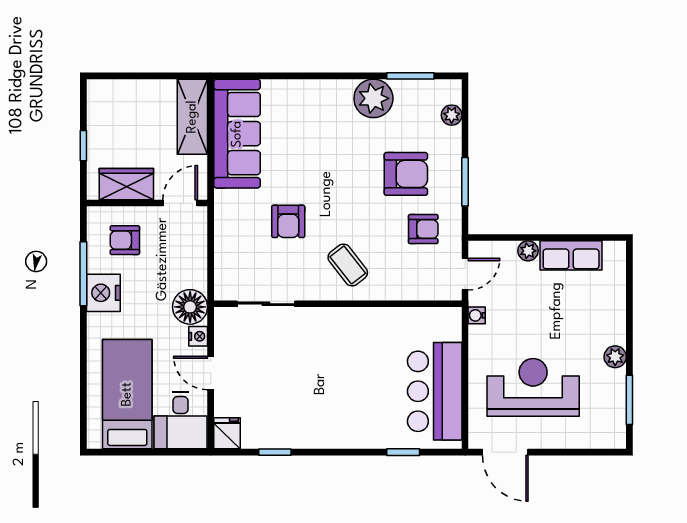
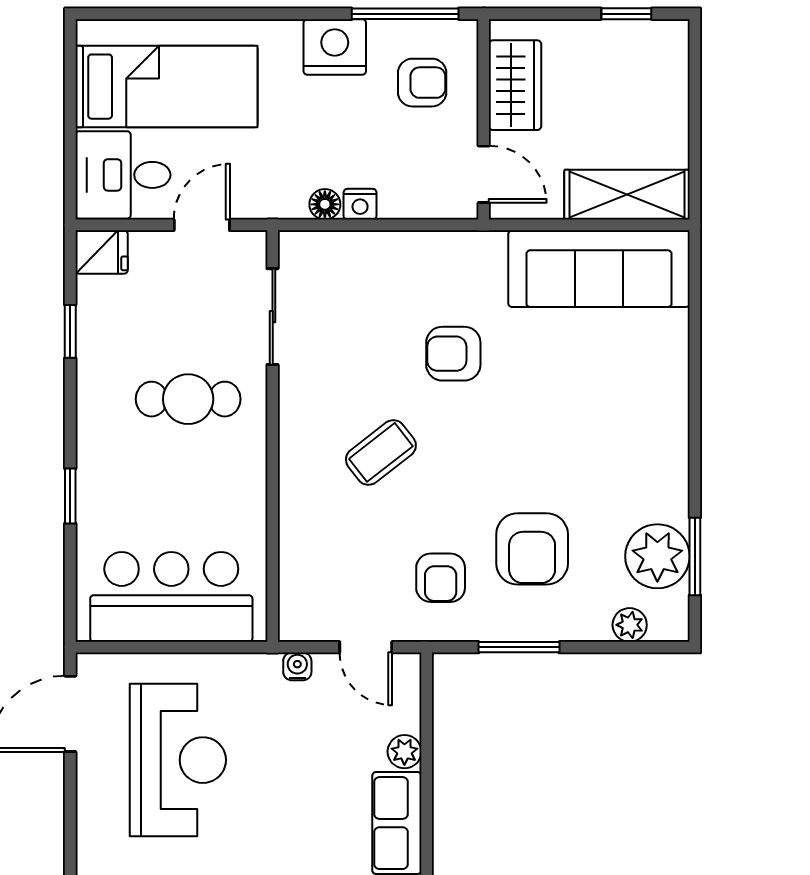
plant: (373, 98) -> (657, 556), moved
window: (83, 146) -> (626, 14), moved
armchair: (125, 240) -> (422, 83), turned 90
window: (83, 274) -> (405, 14), moved
sliding door: (266, 304) -> (273, 317), moved
wall: (338, 304) -> (273, 436), moved
floor lamp: (190, 307) -> (325, 204), width x0.53, depth x0.53
nightstand: (198, 336) -> (360, 204), moved
cafe table: (316, 381) -> (188, 399), added
window: (403, 452) -> (70, 496), moved

